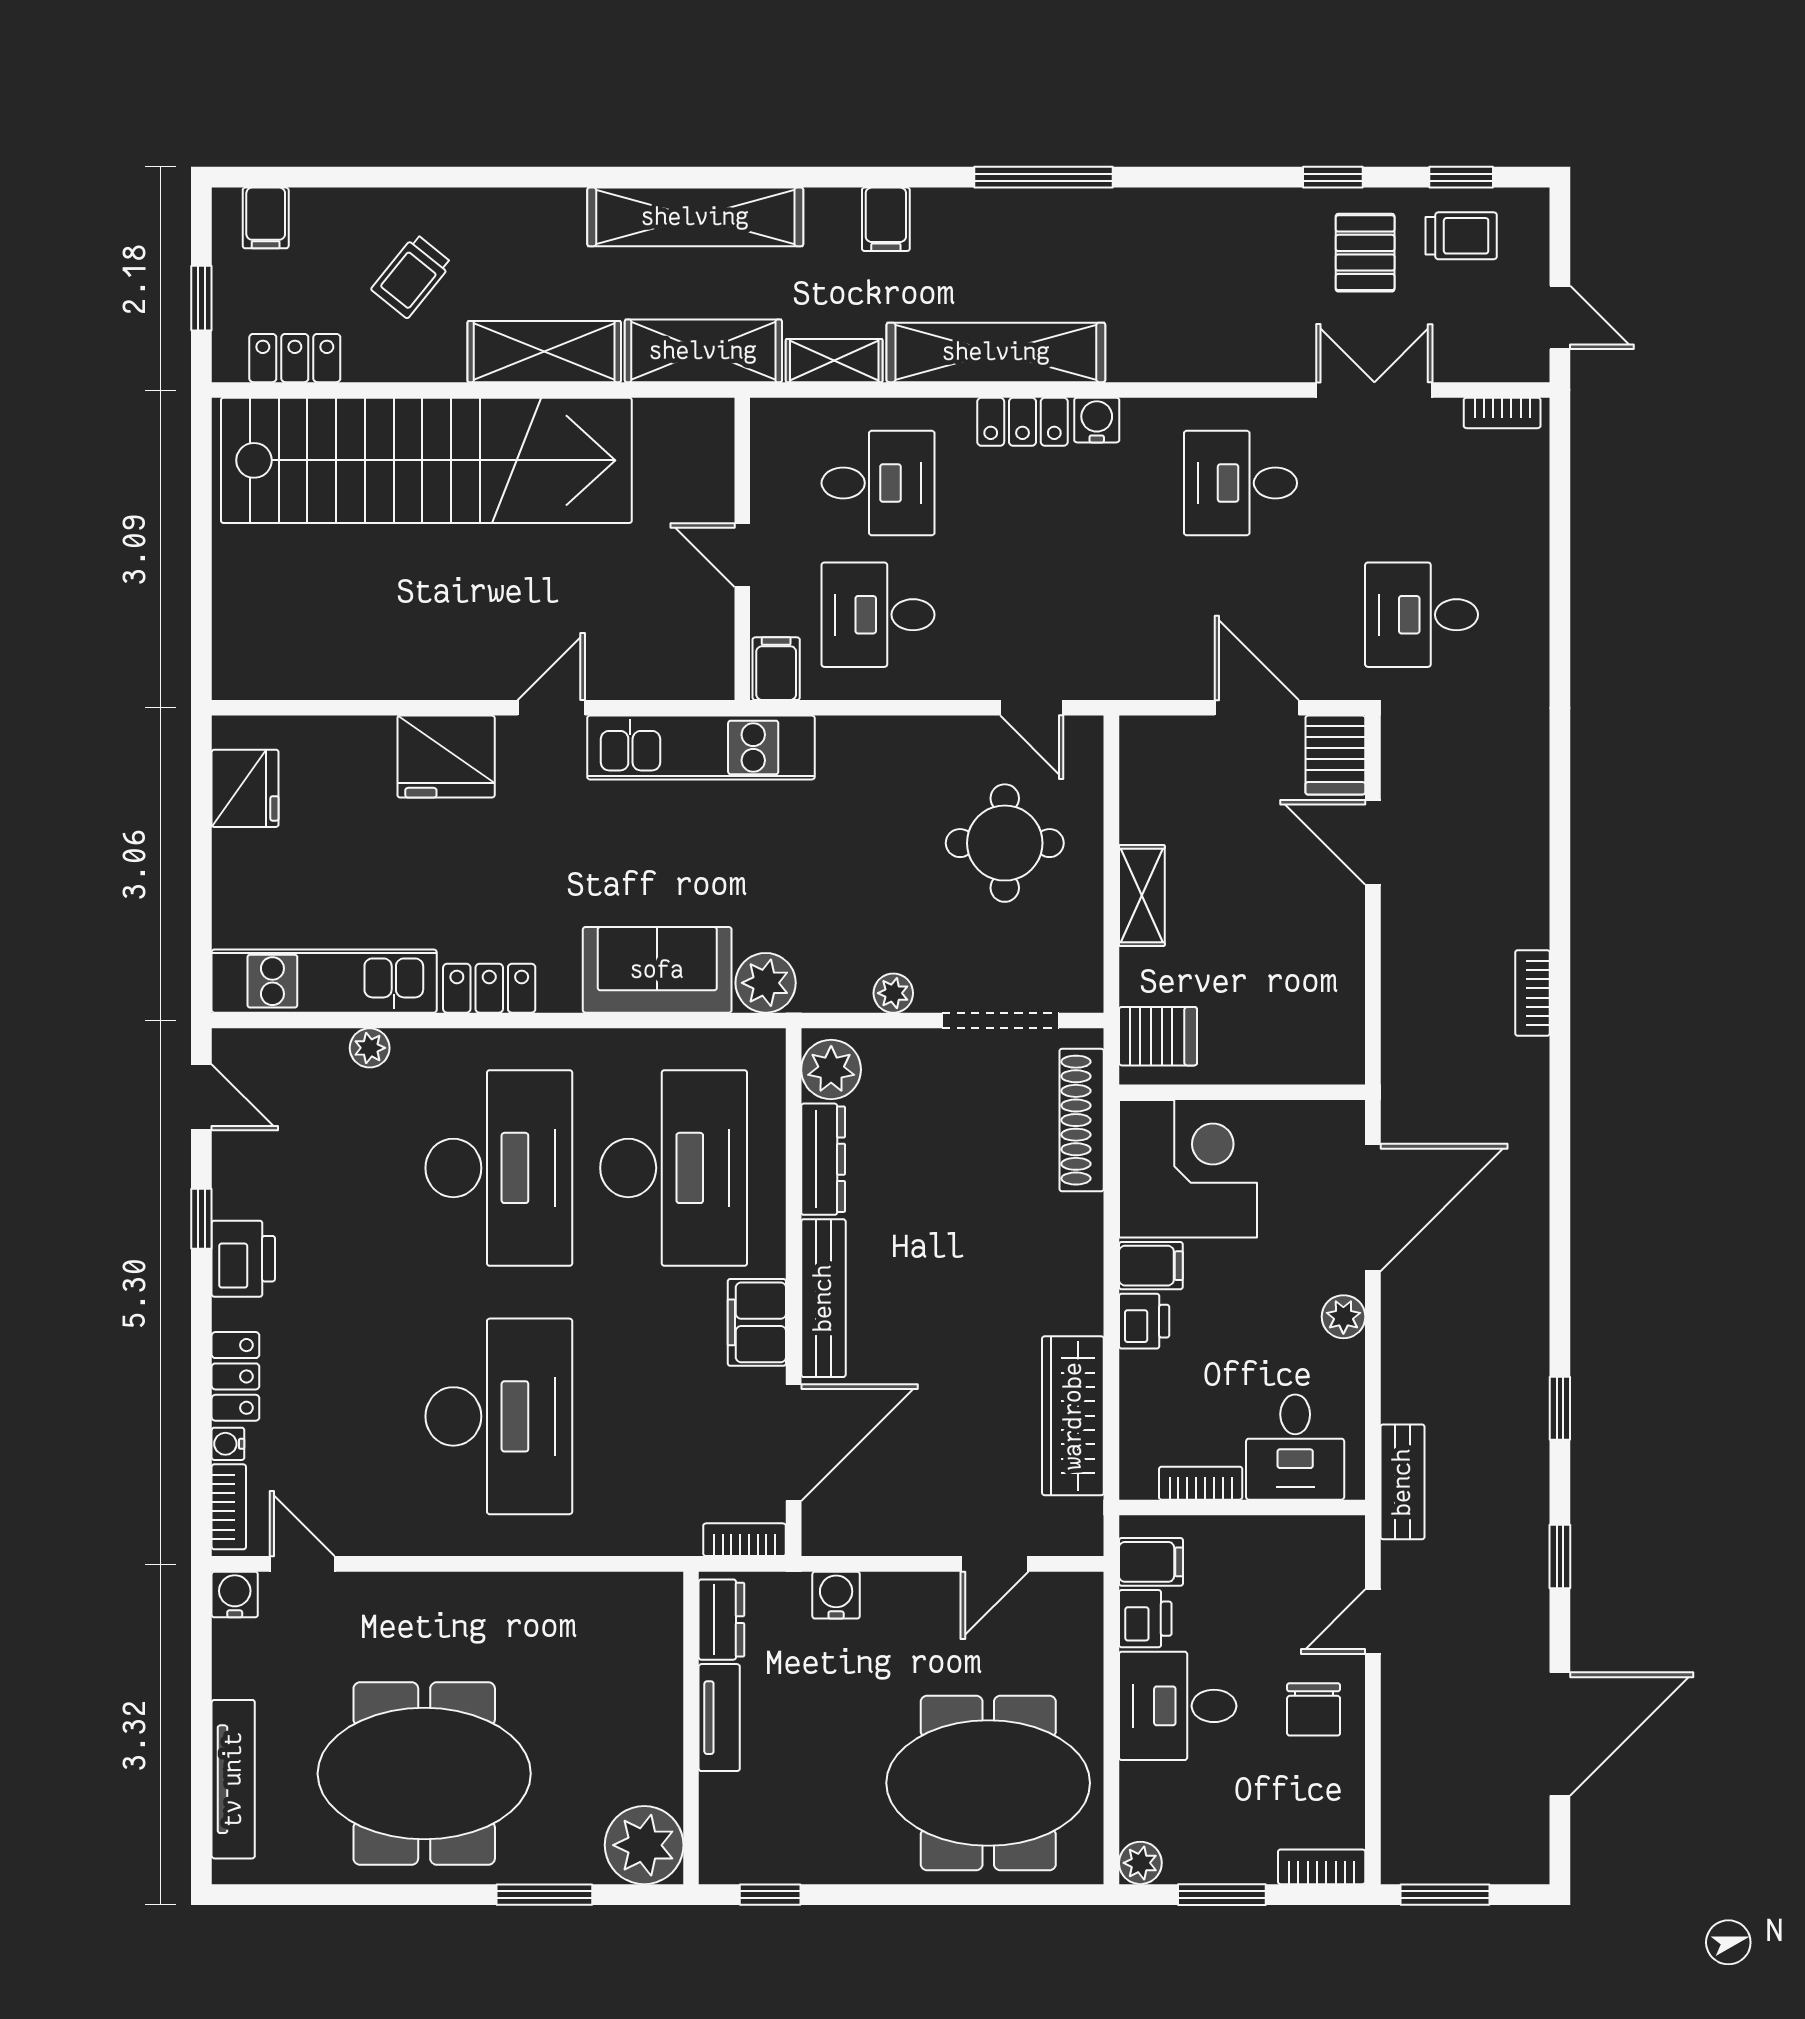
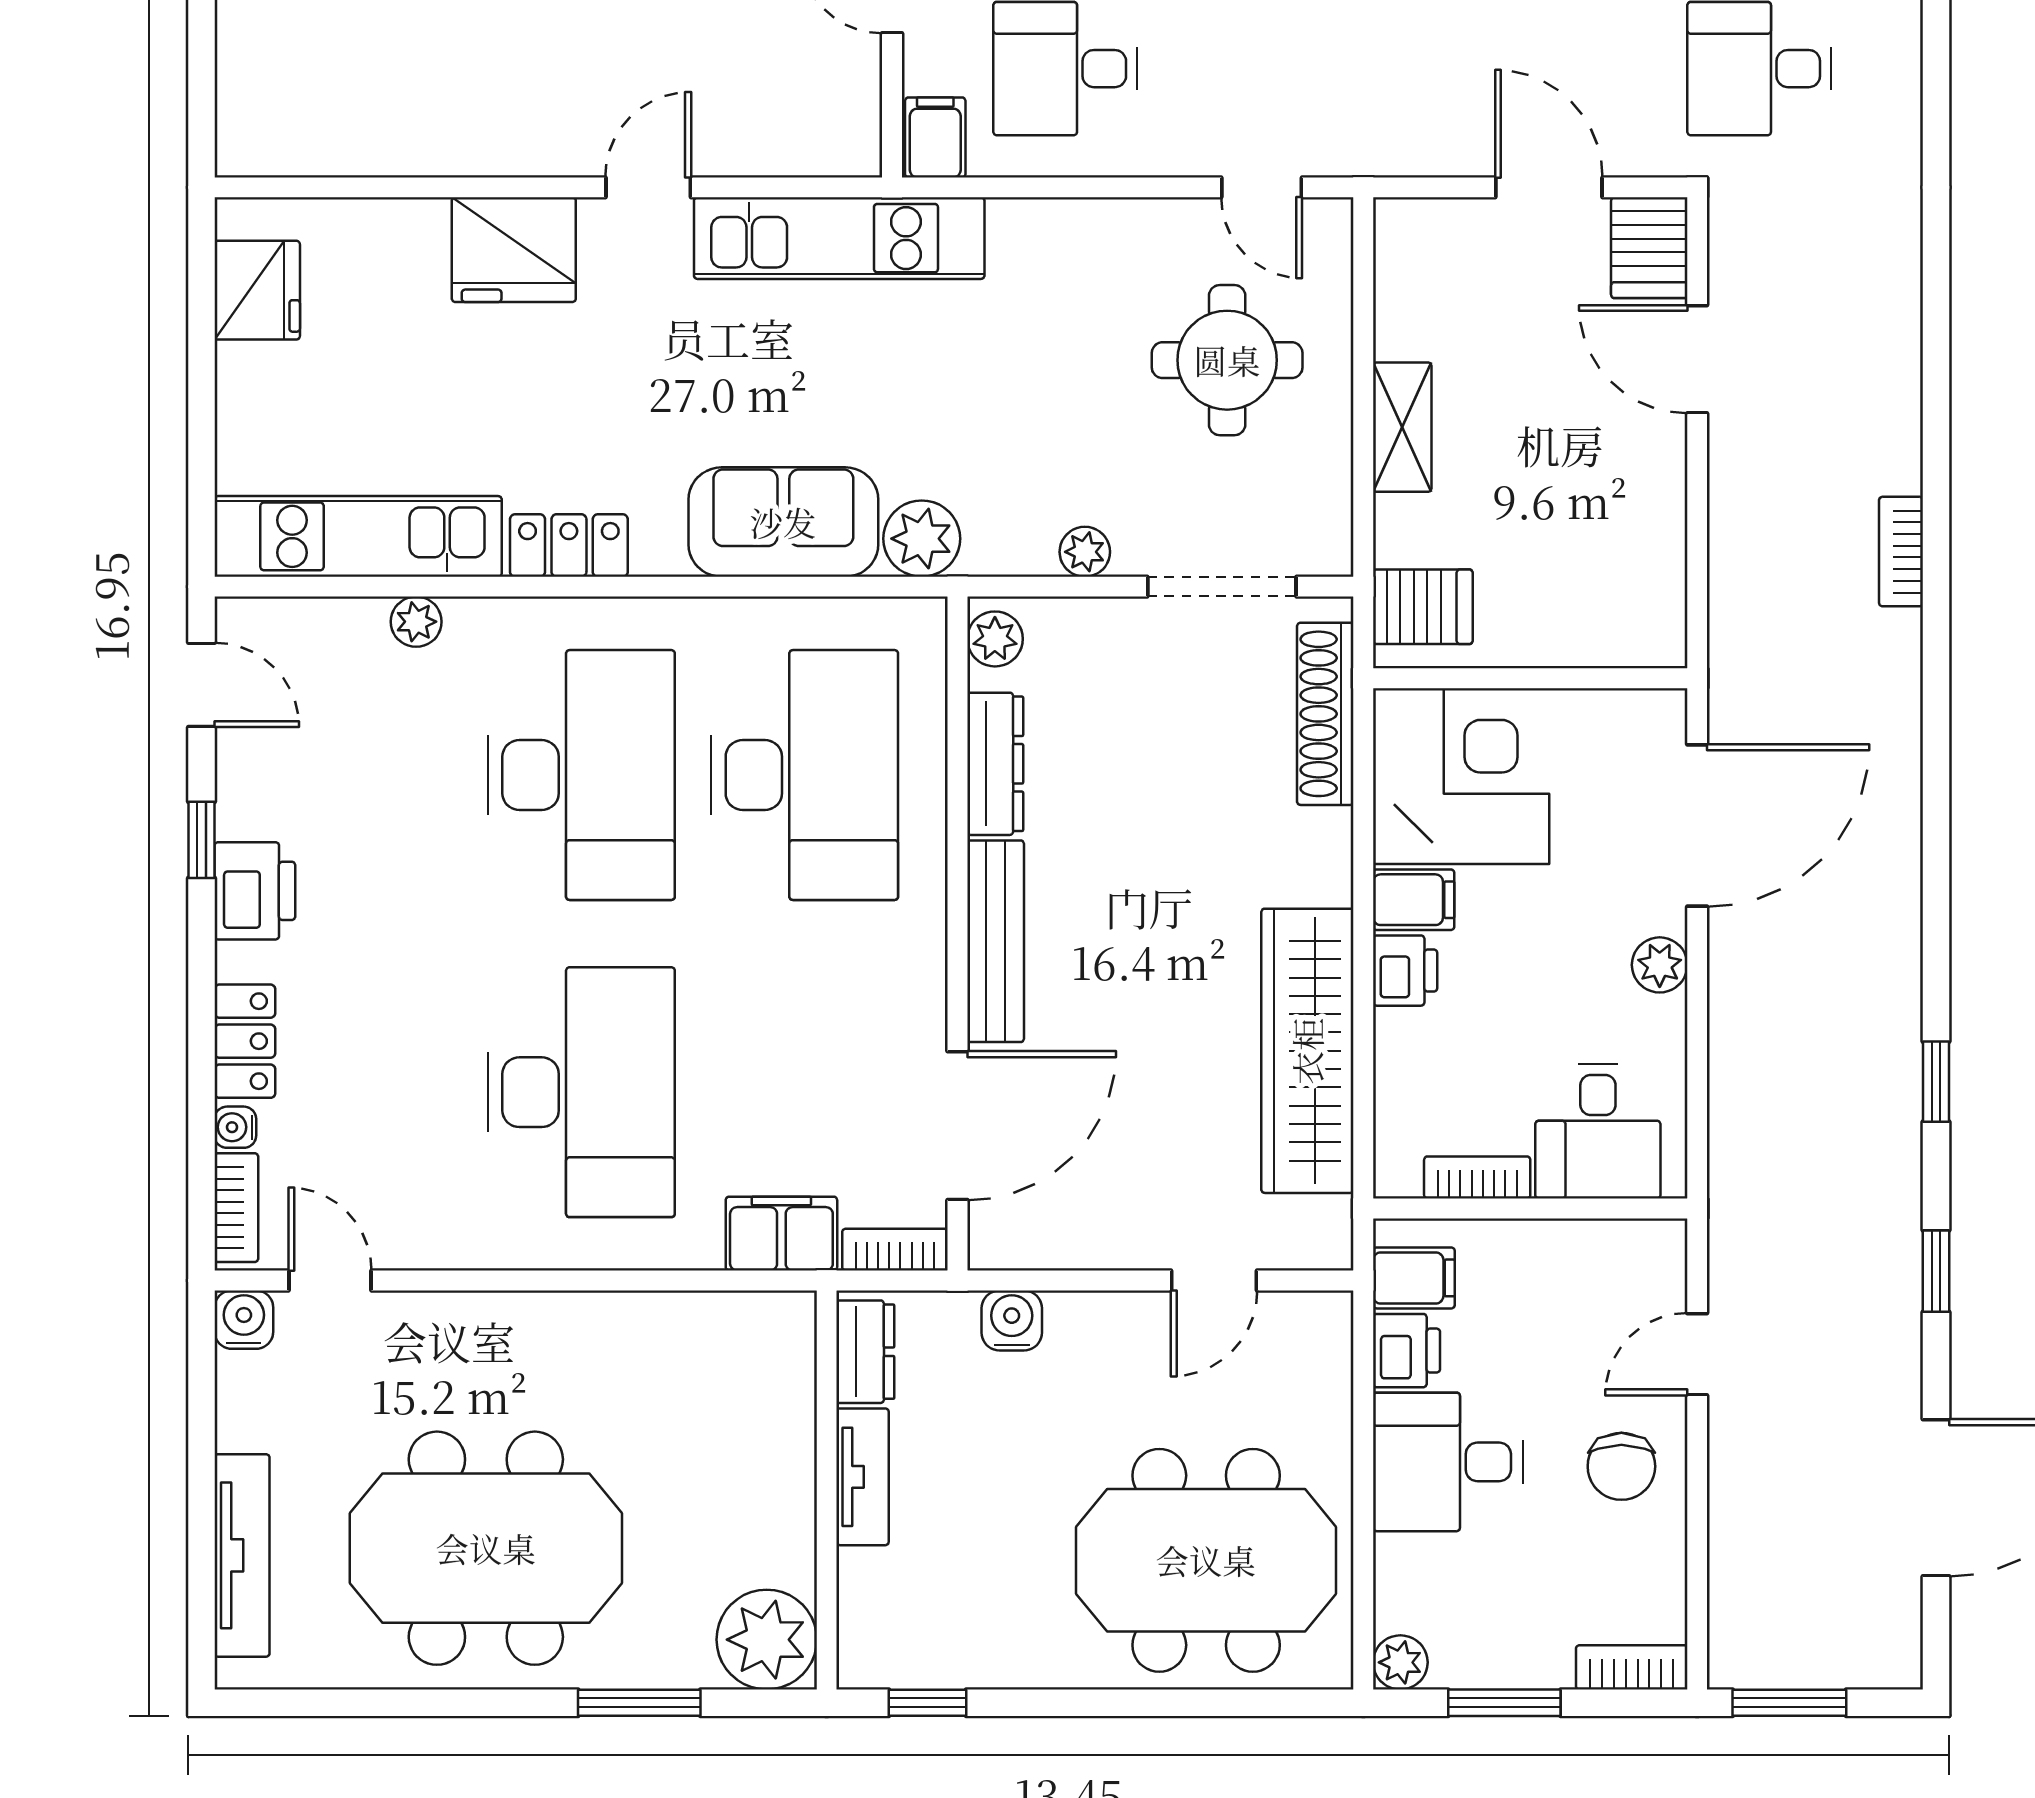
plant: (831, 1070) -> (995, 639), width x0.73, depth x0.73
filing cabinet: (757, 1322) -> (781, 1234), moved, turned 90
wardrobe: (1073, 1416) -> (1307, 1051), width x1.40, depth x1.17
bench: (1402, 1482) -> (1735, 1176), removed

